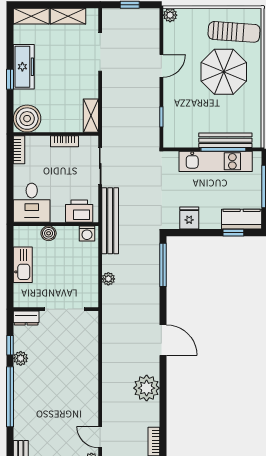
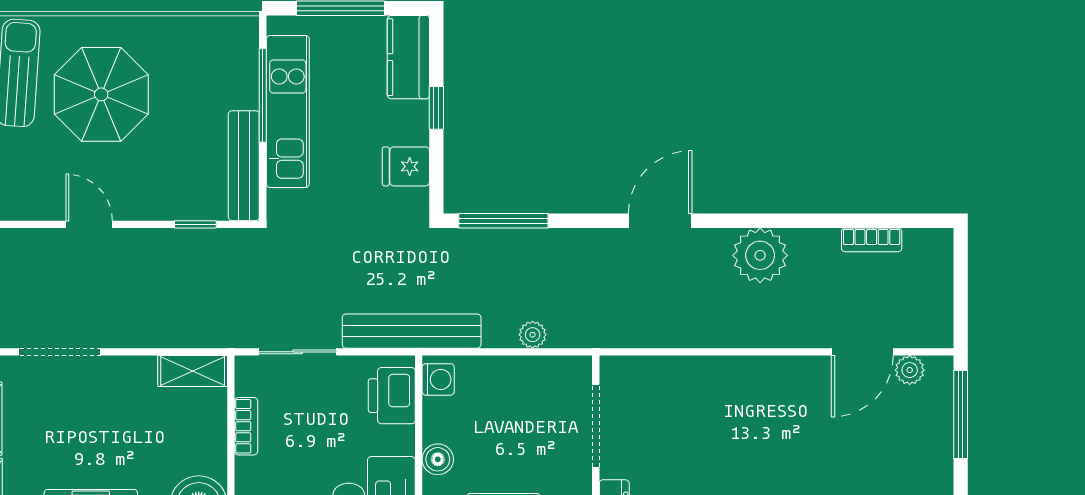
bench: (225, 140) -> (244, 166), moved
window: (233, 233) -> (436, 108), moved
door: (100, 437) -> (862, 352), width x1.38

